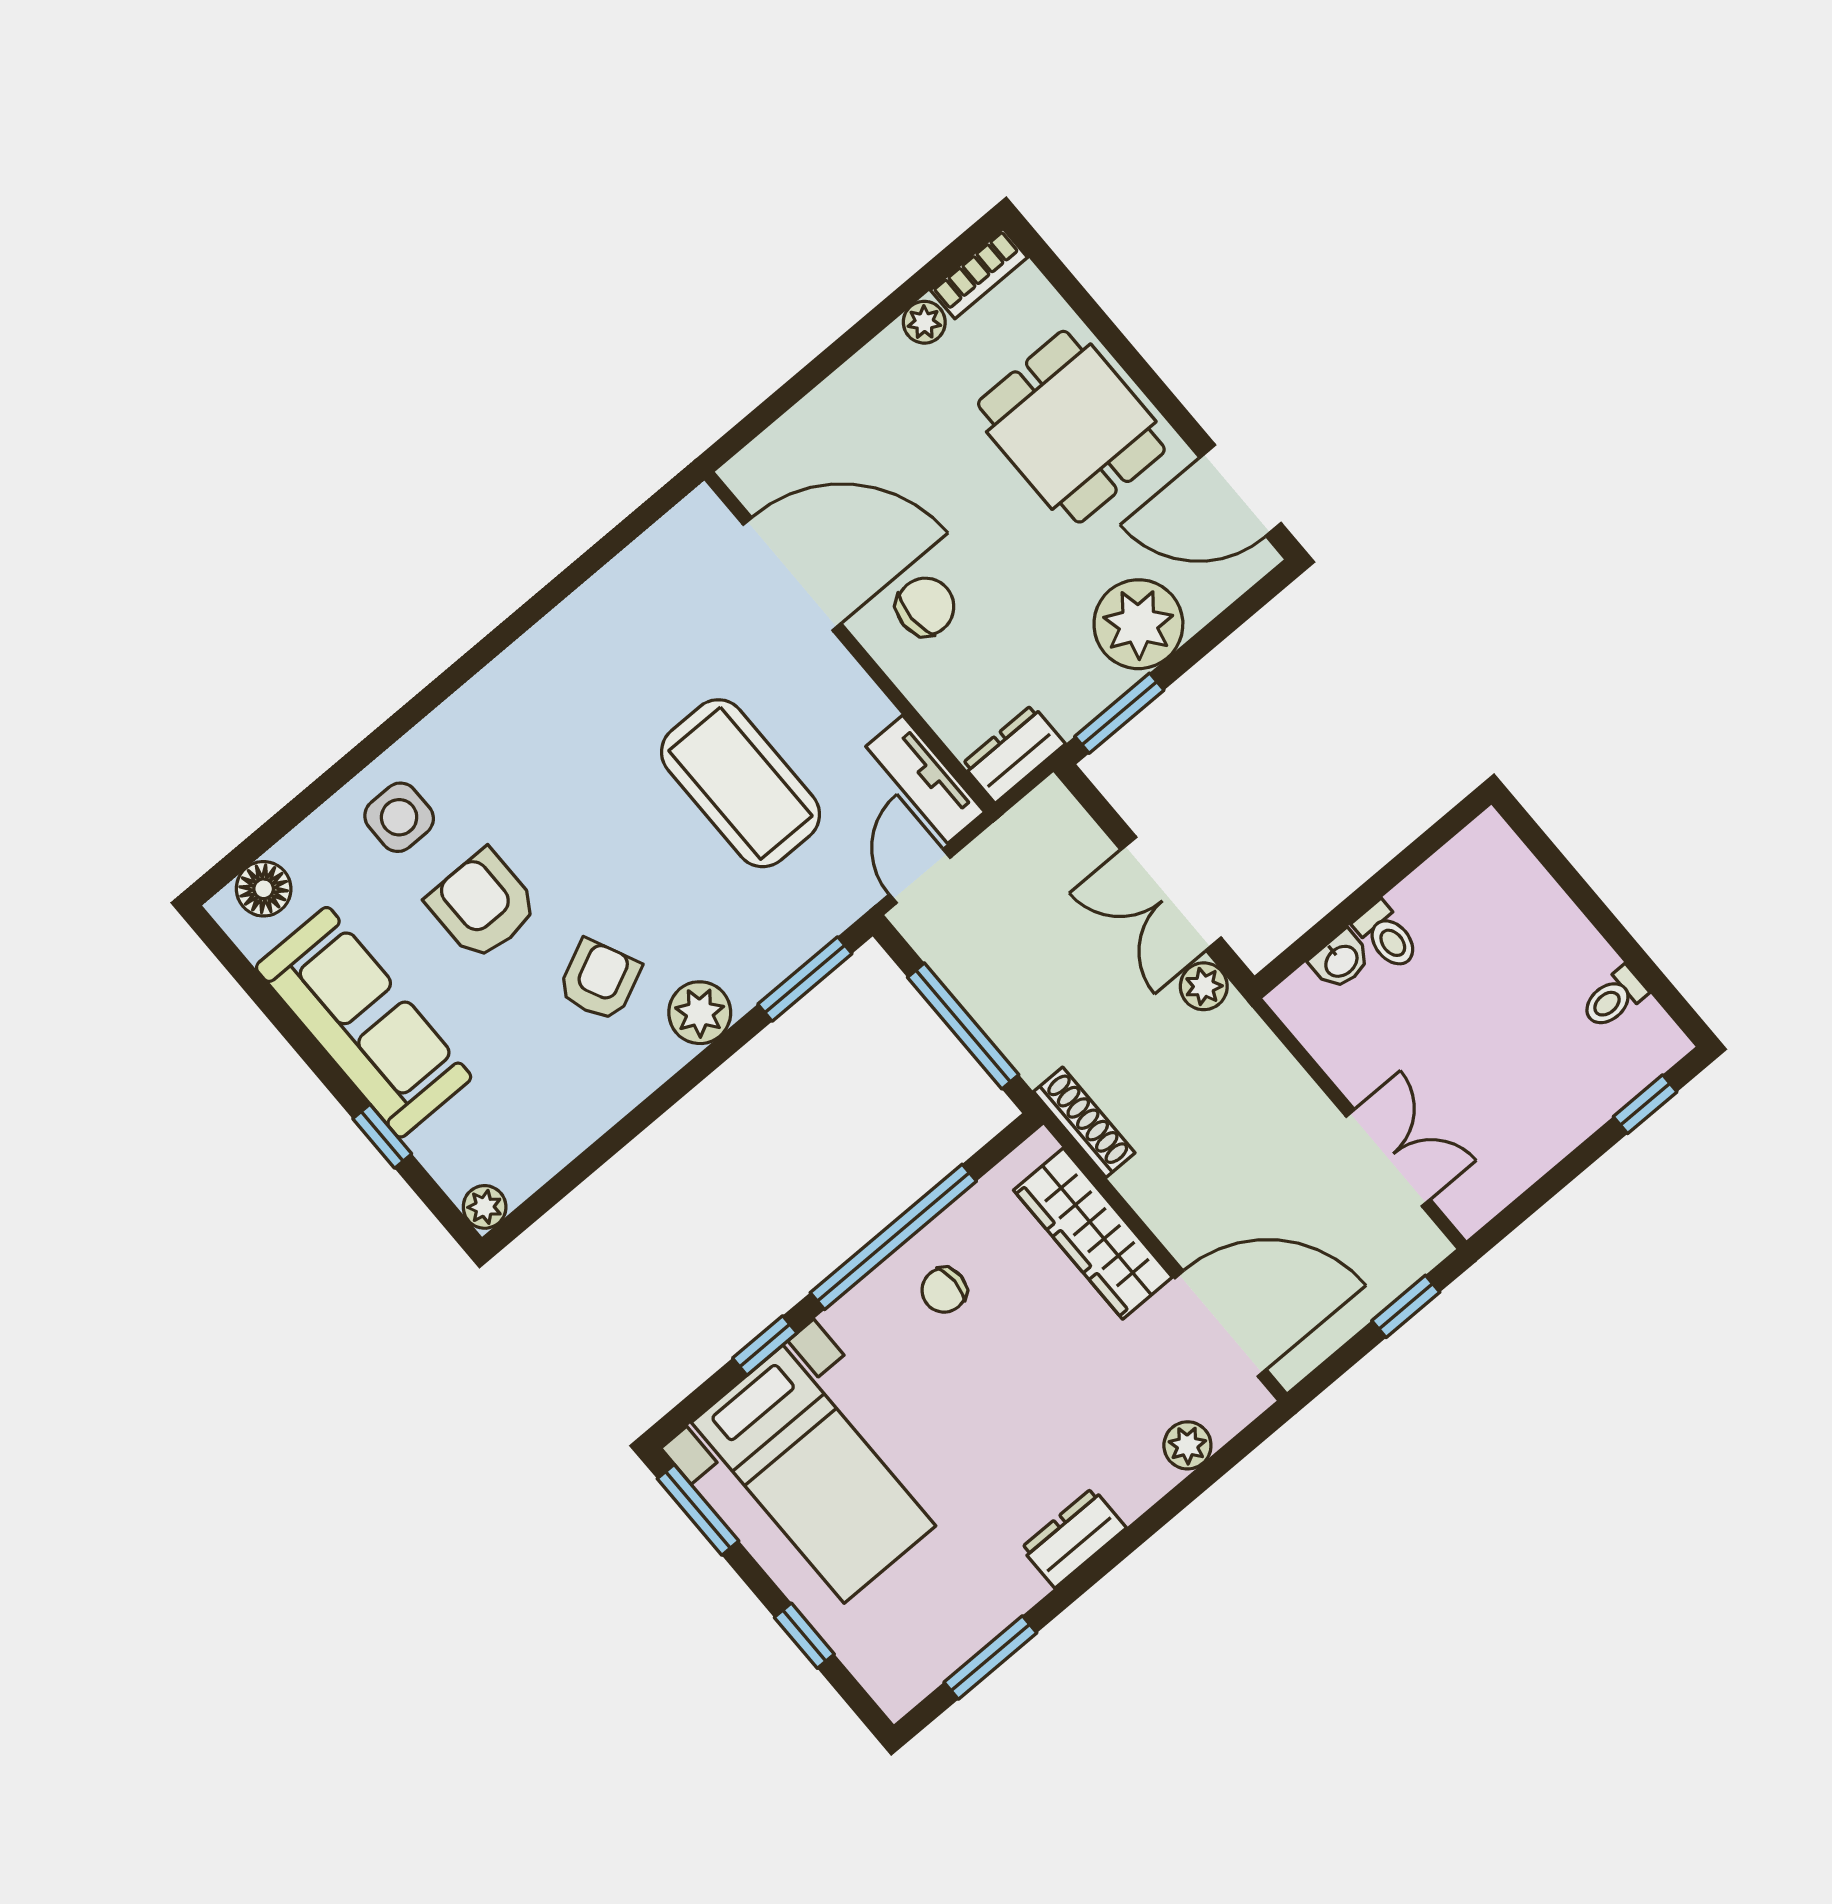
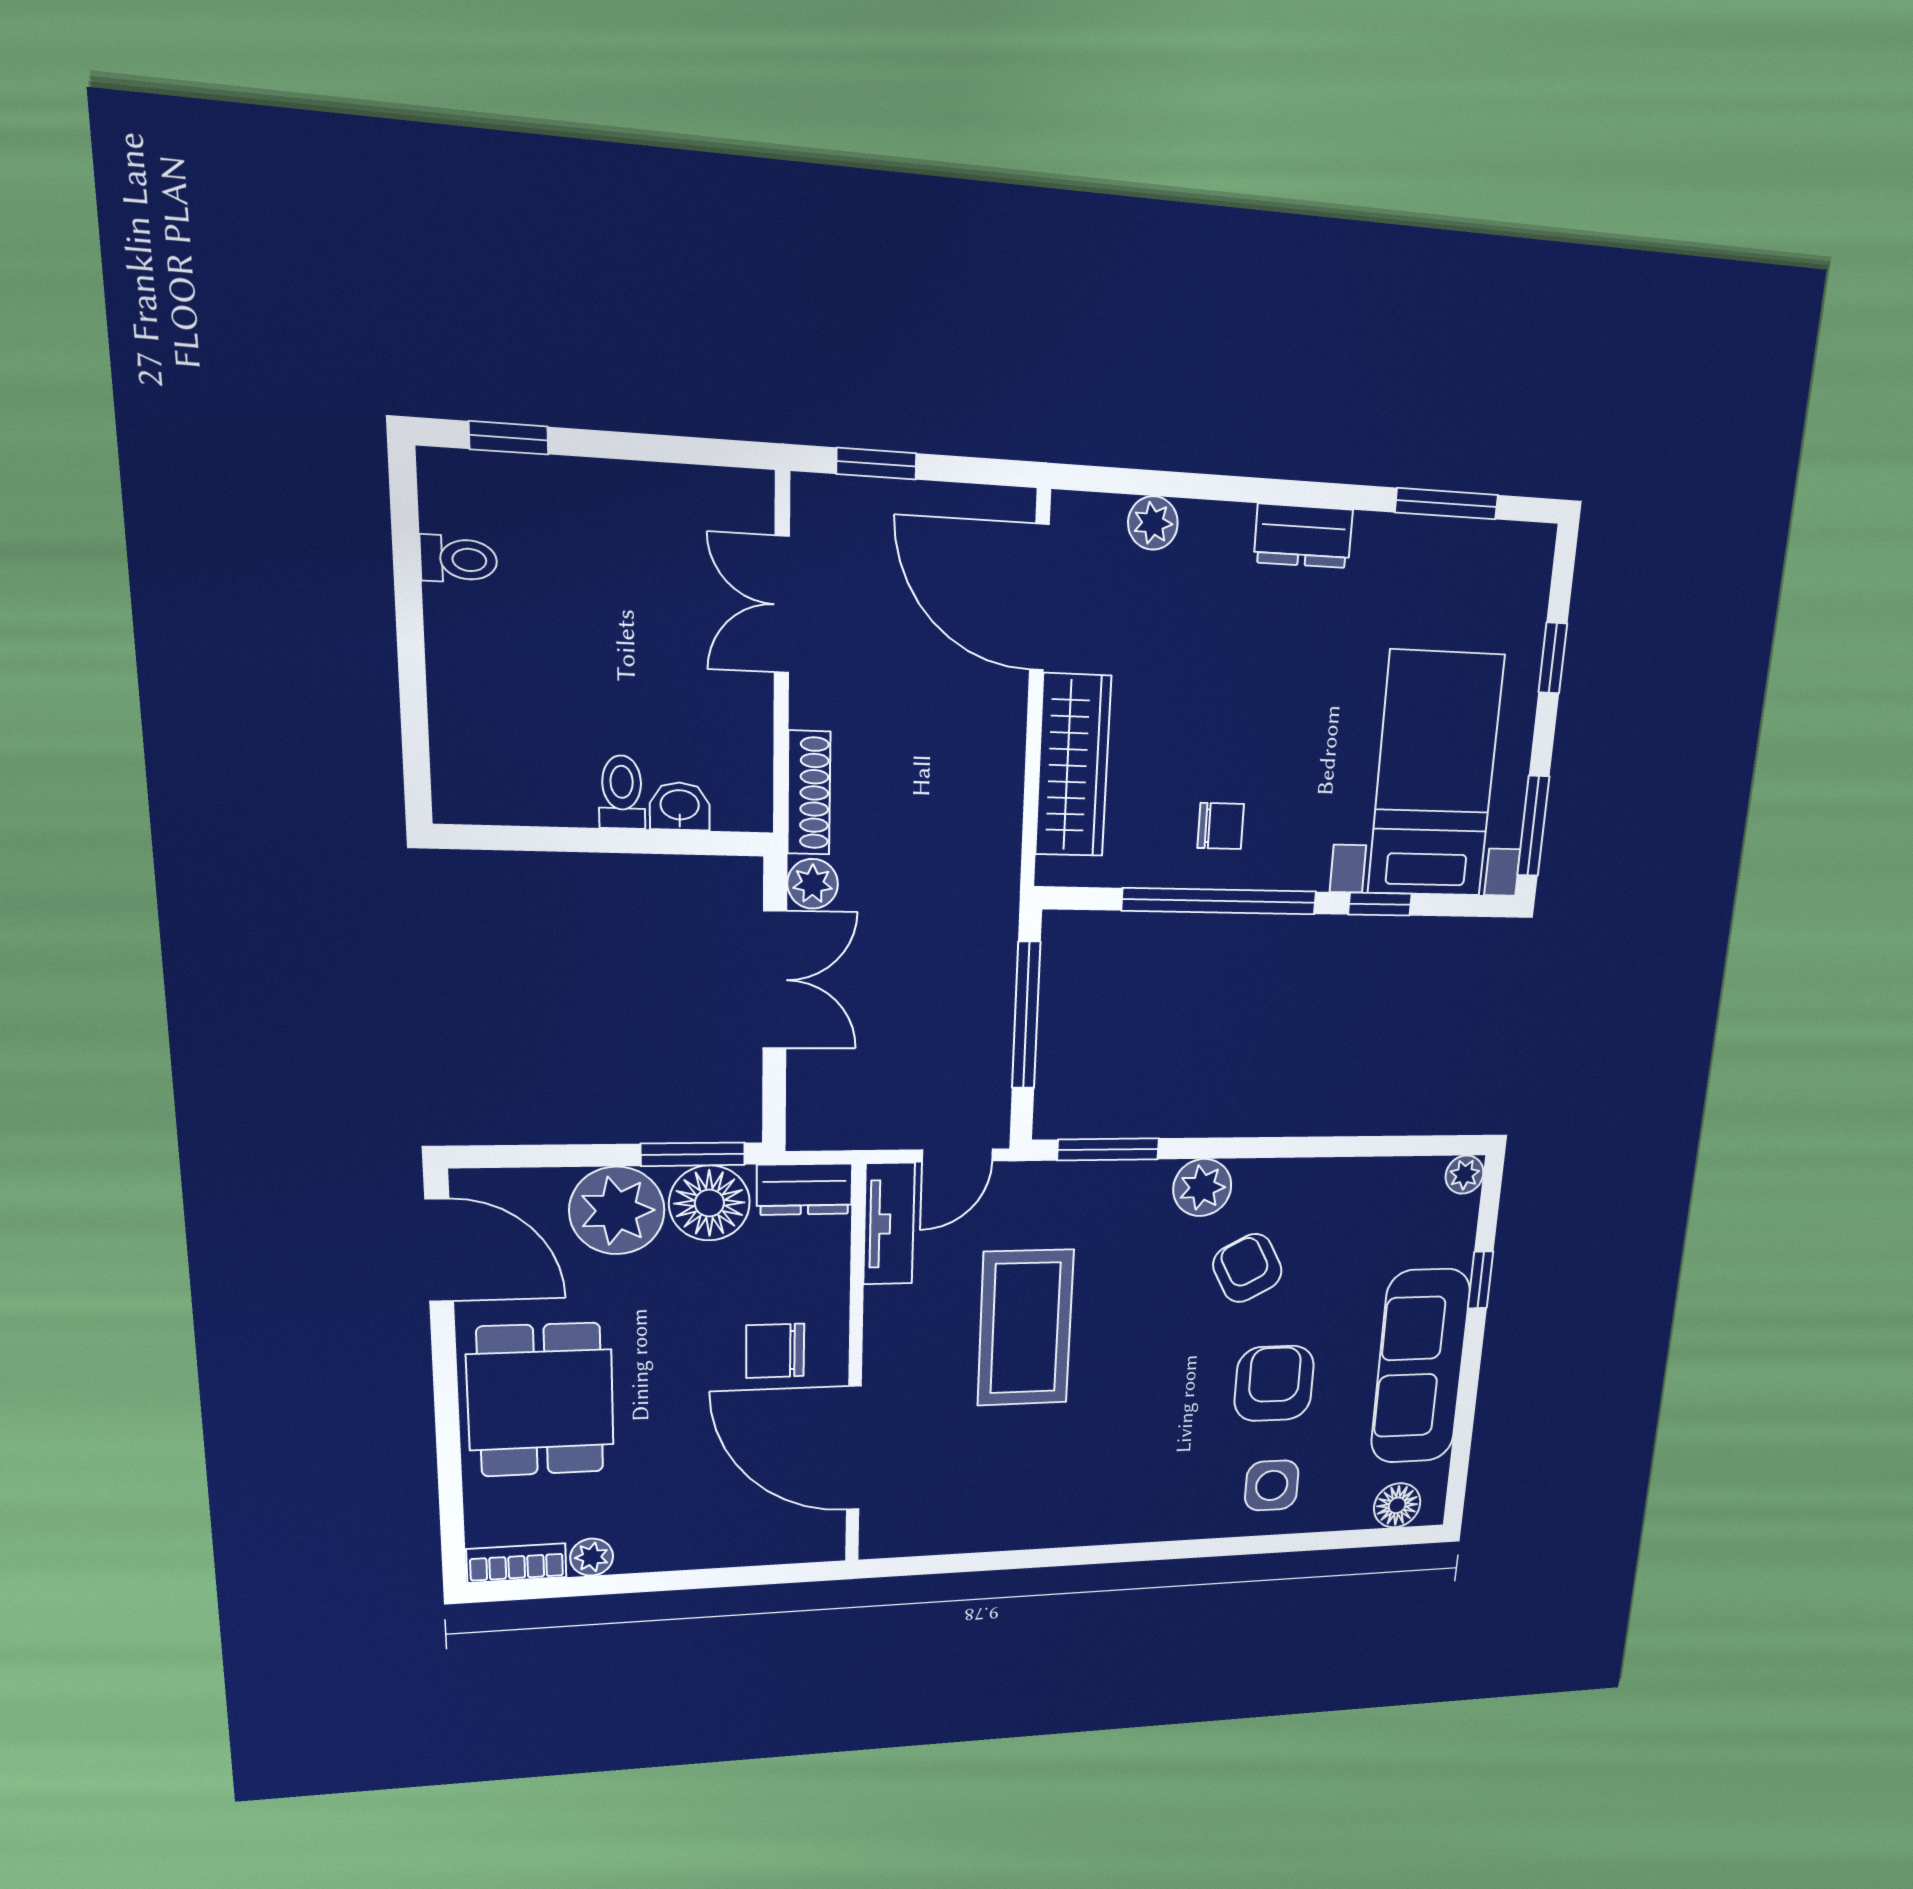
floor lamp: (1076, 685) -> (709, 1203), added
armchair: (483, 905) -> (1274, 1383), turned 180
armchair: (599, 980) -> (1247, 1268), turned 87
shoe rack: (1084, 1122) -> (809, 793), moved, turned 180

